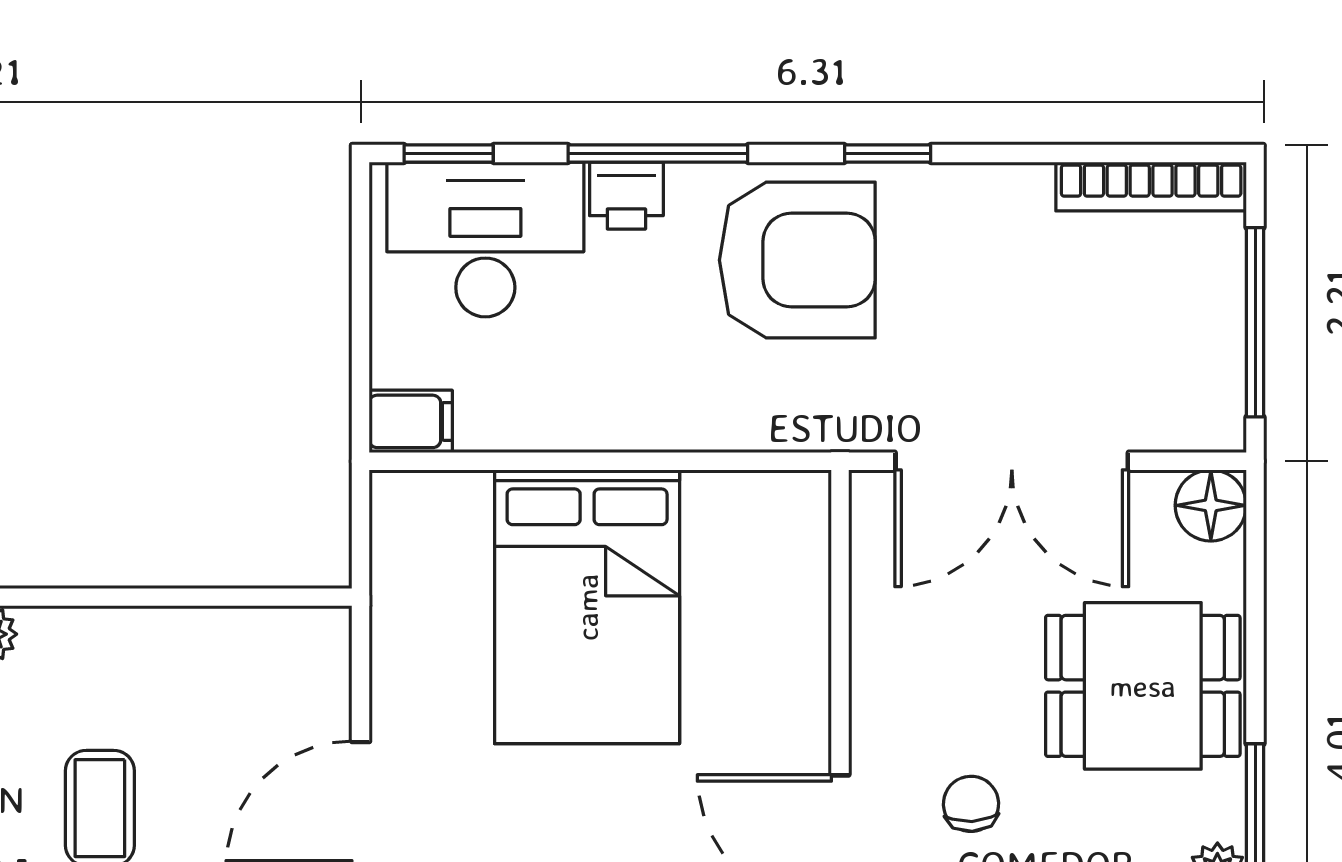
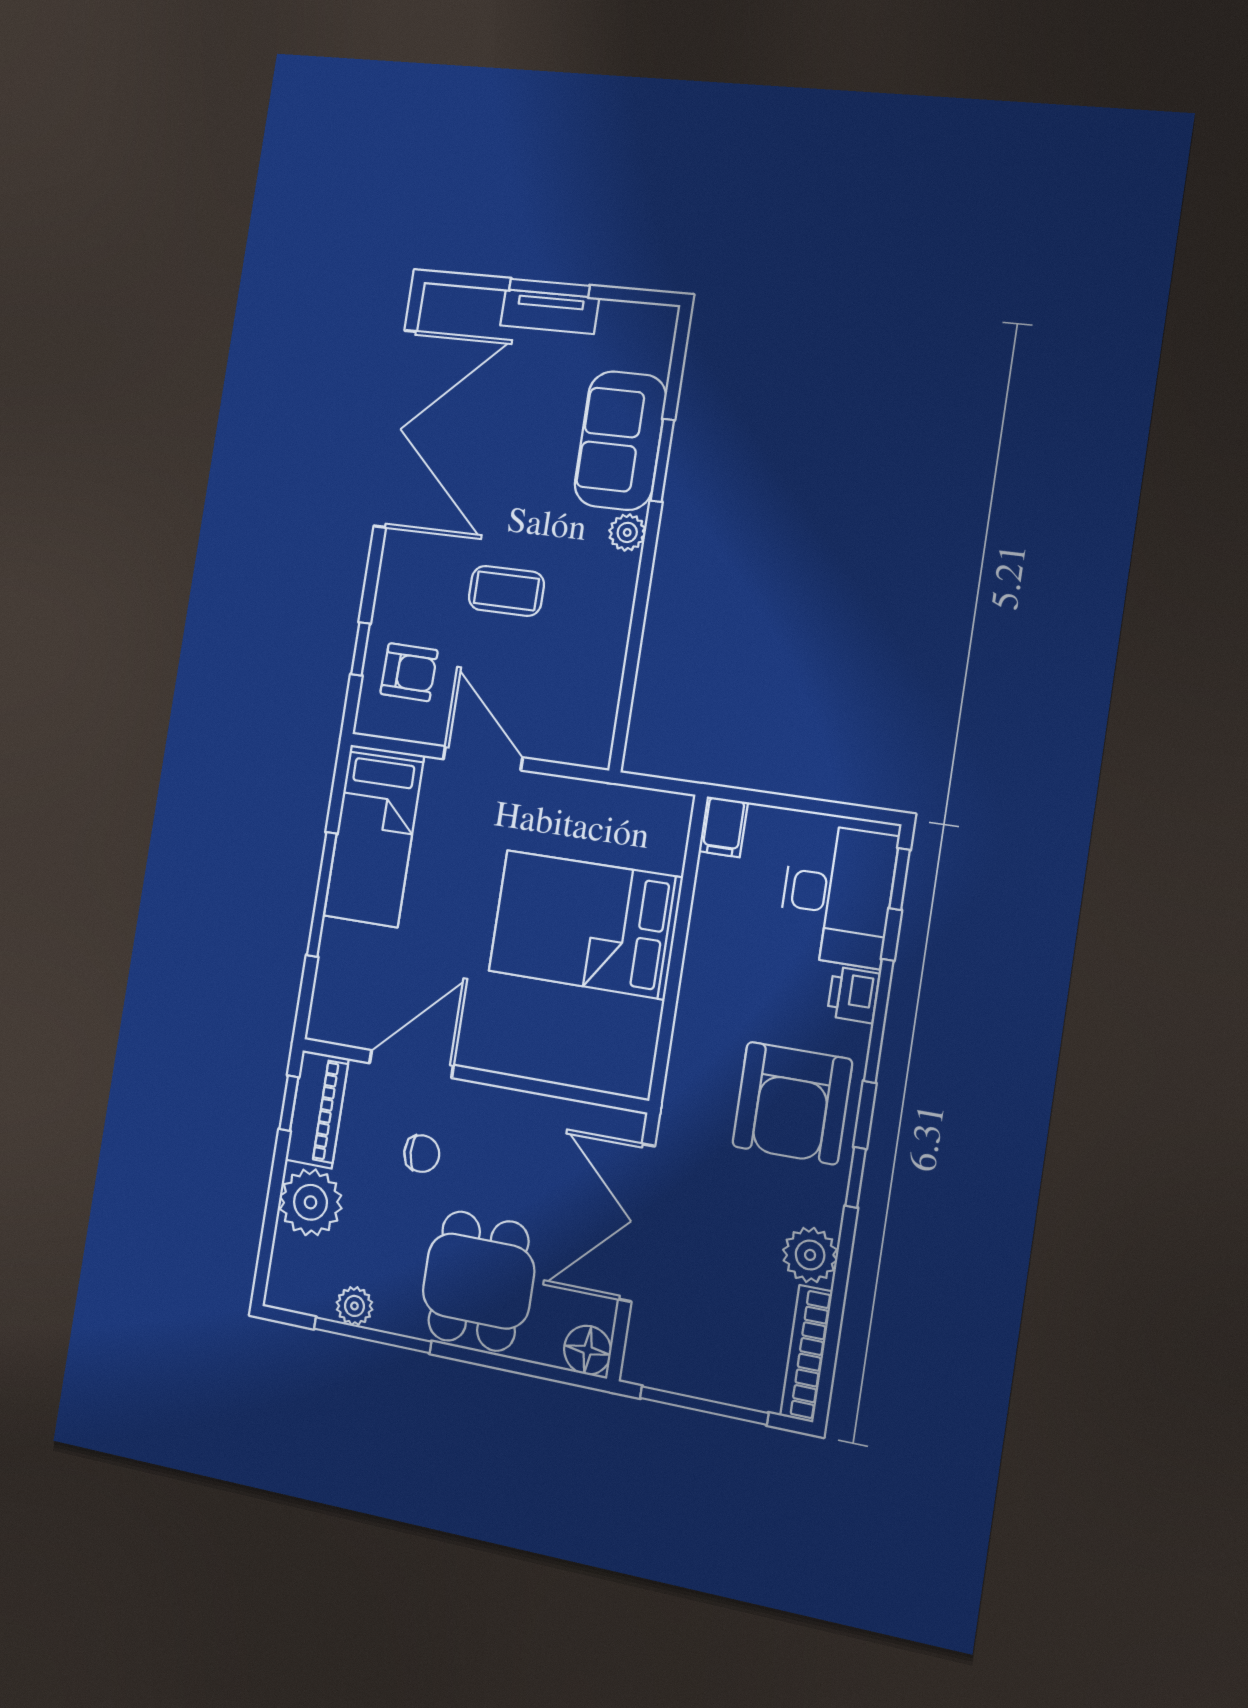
plant: (1010, 202) -> (810, 1255), added

